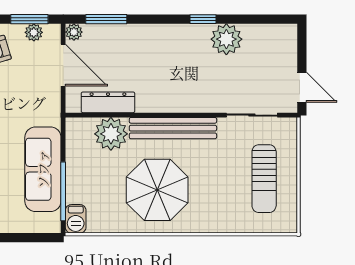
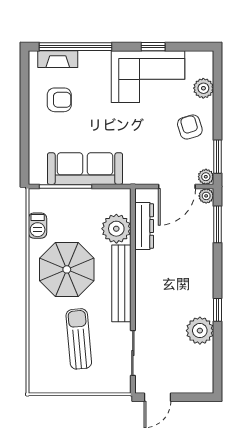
plant: (34, 32) -> (206, 177), moved
sun lounger: (264, 179) -> (79, 339), moved, turned 85
barbecue: (76, 219) -> (38, 226), moved, turned -90

